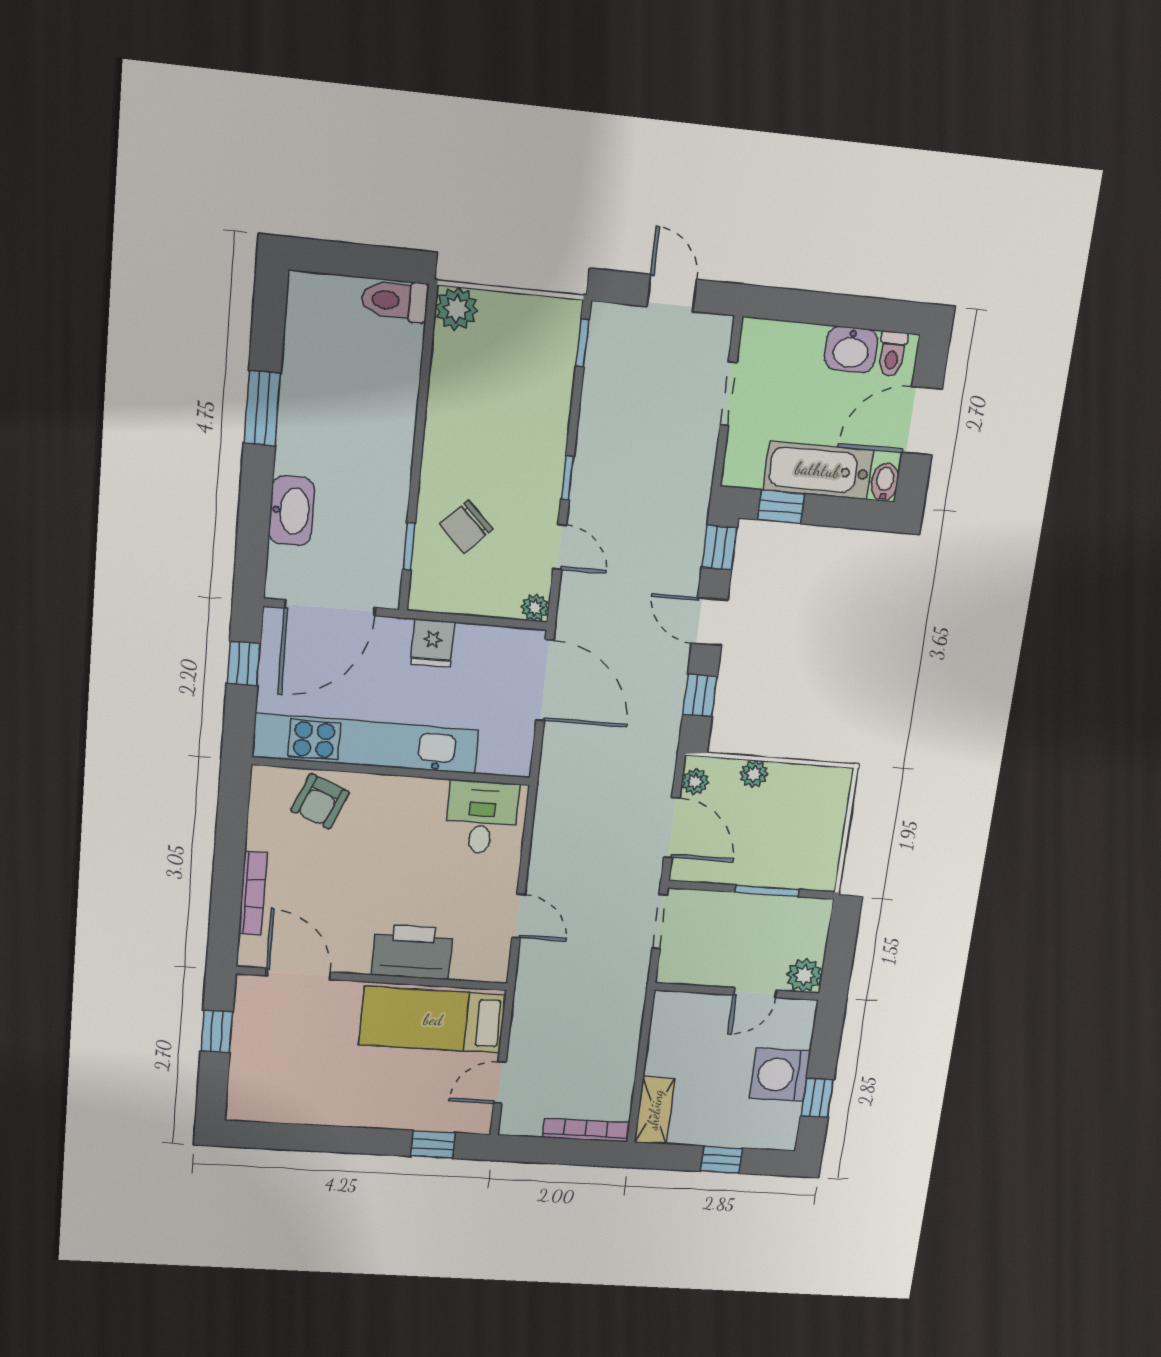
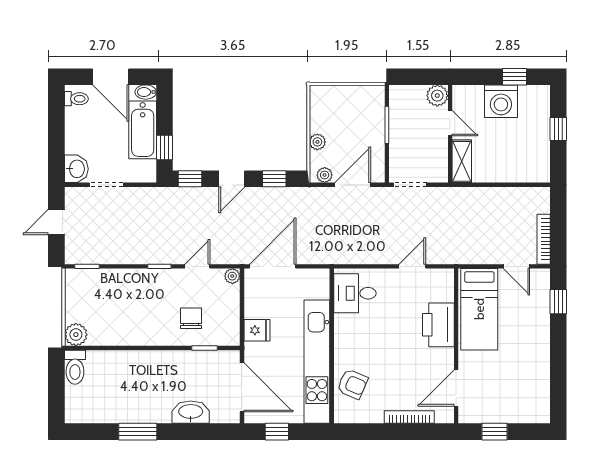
washbasin: (851, 350) -> (76, 169), moved
chair: (466, 527) -> (191, 318), turned -135
shelving: (655, 1110) -> (462, 161), moved, turned 90
bookcase: (586, 1130) -> (544, 239), moved

